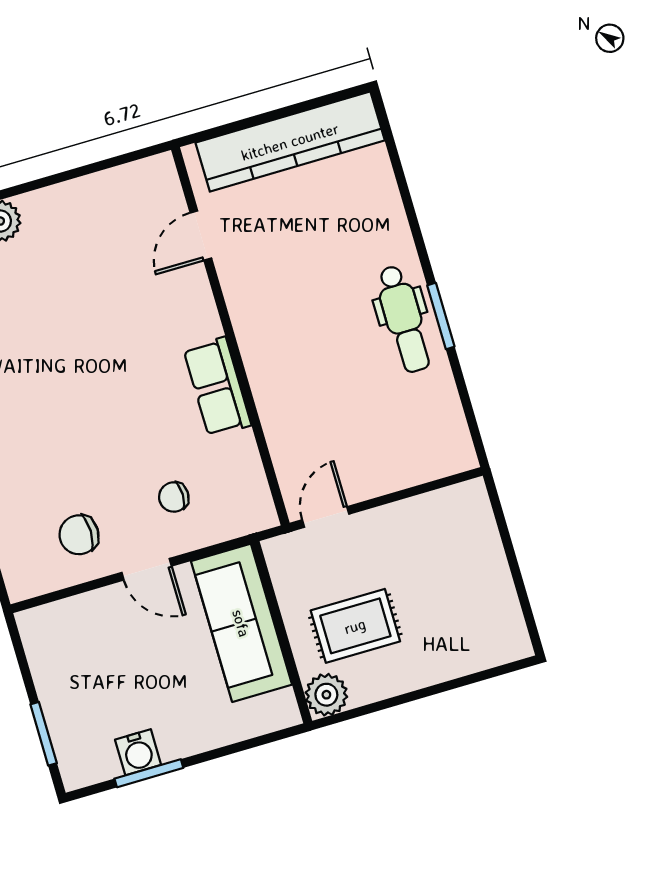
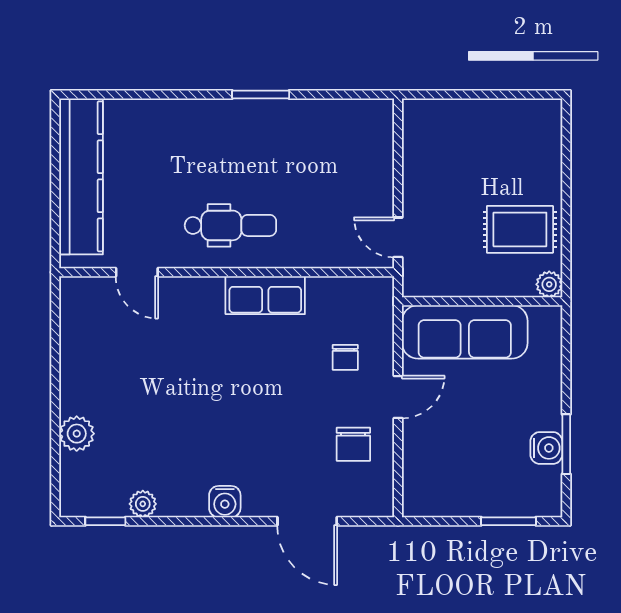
dental chair: (404, 319) -> (230, 225), moved
rug: (355, 626) -> (520, 229), moved, turned 90
plant: (326, 695) -> (549, 284), width x0.73, depth x0.73

